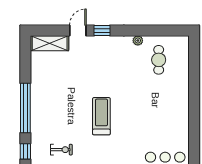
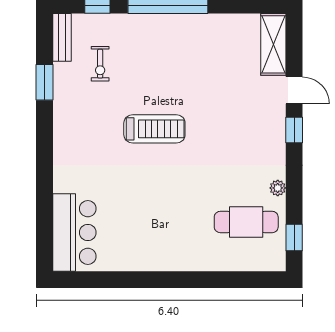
window: (168, 30) -> (294, 237), added
cafe table: (159, 60) -> (246, 222), width x1.37, depth x1.35

